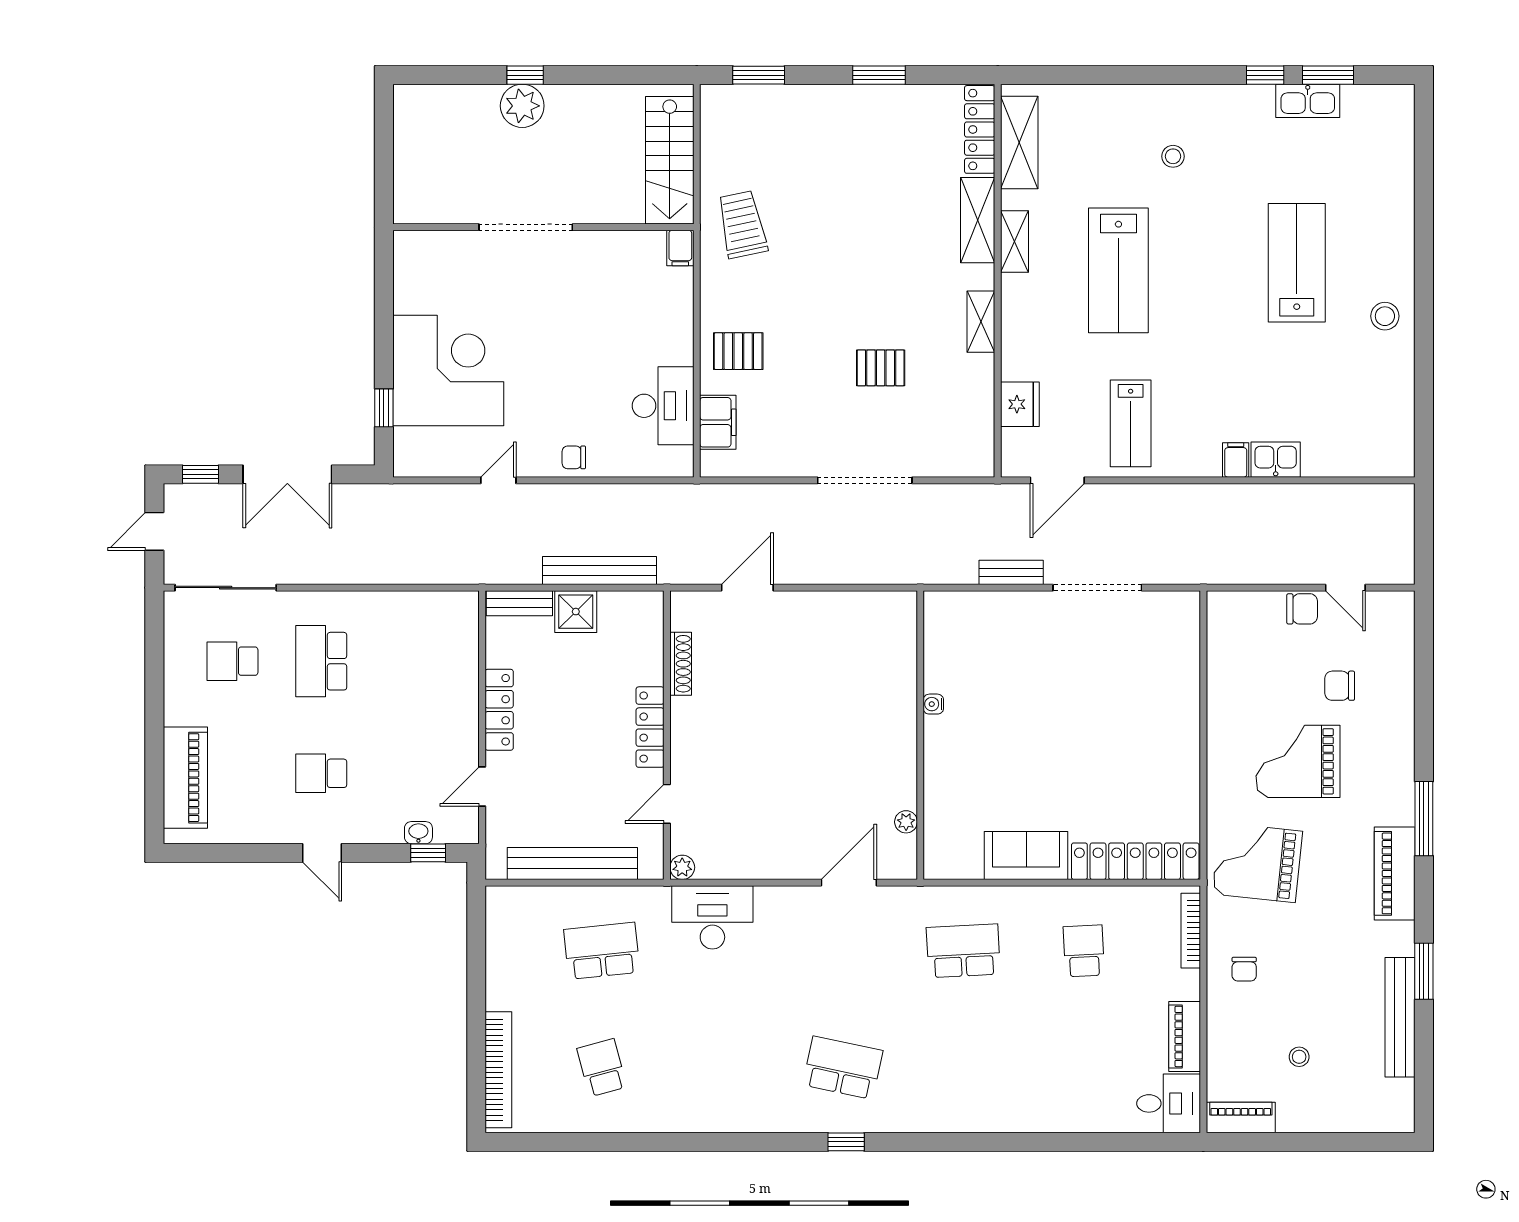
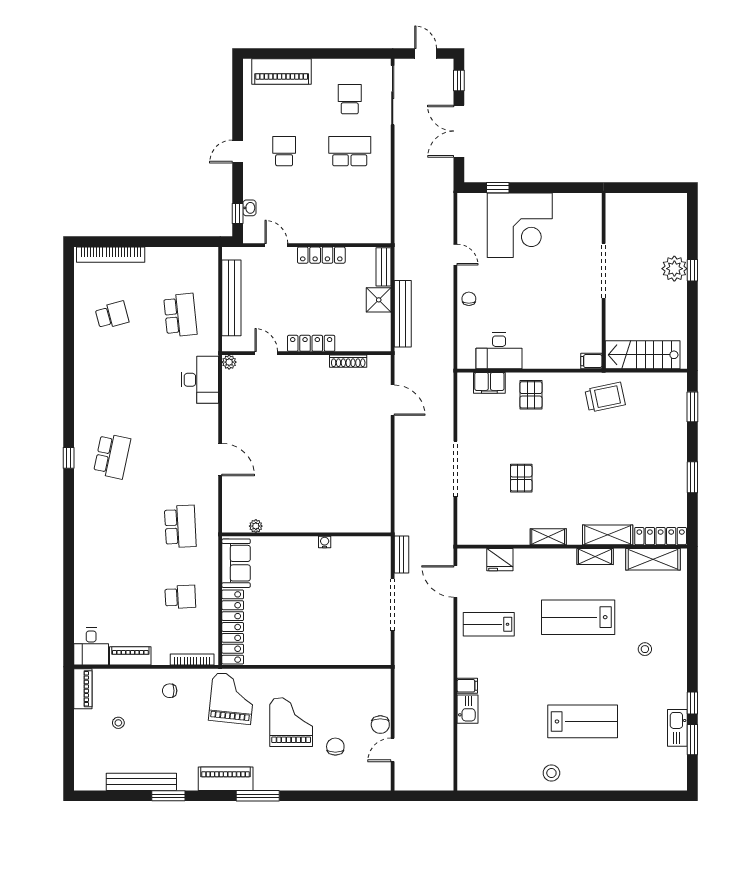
water cooler: (933, 704) -> (325, 542), moved
wall: (920, 735) -> (306, 534), moved
plant: (906, 822) -> (256, 526), moved

